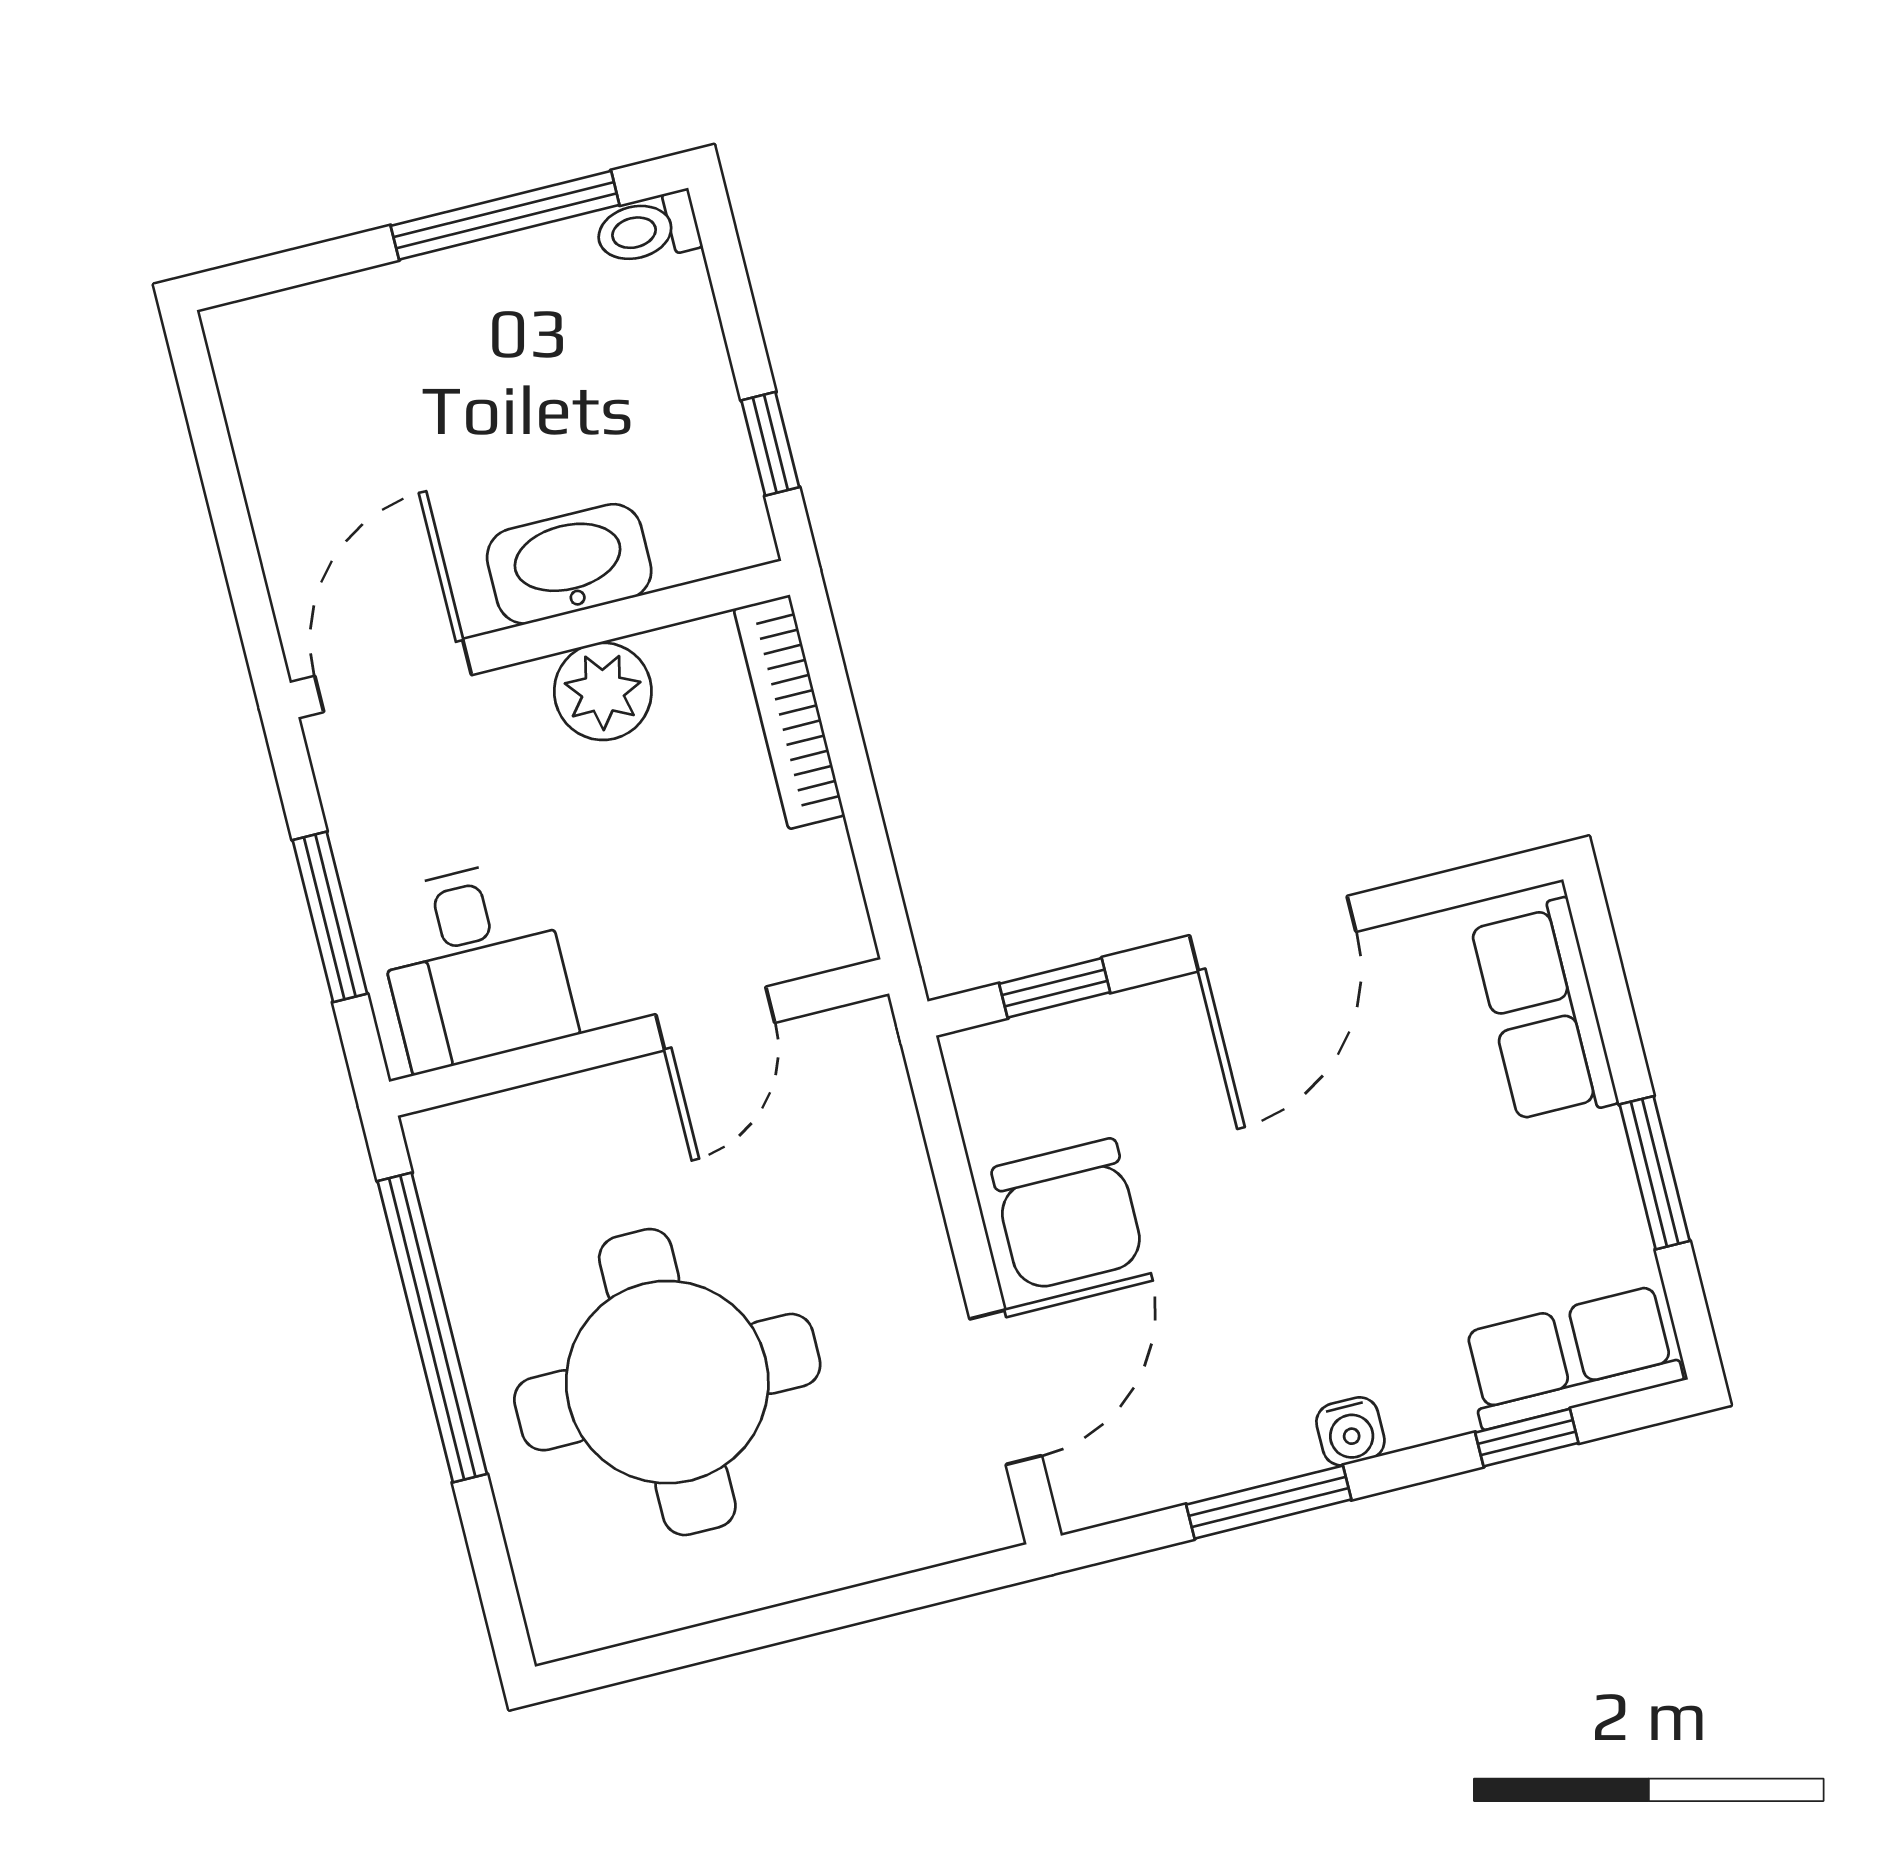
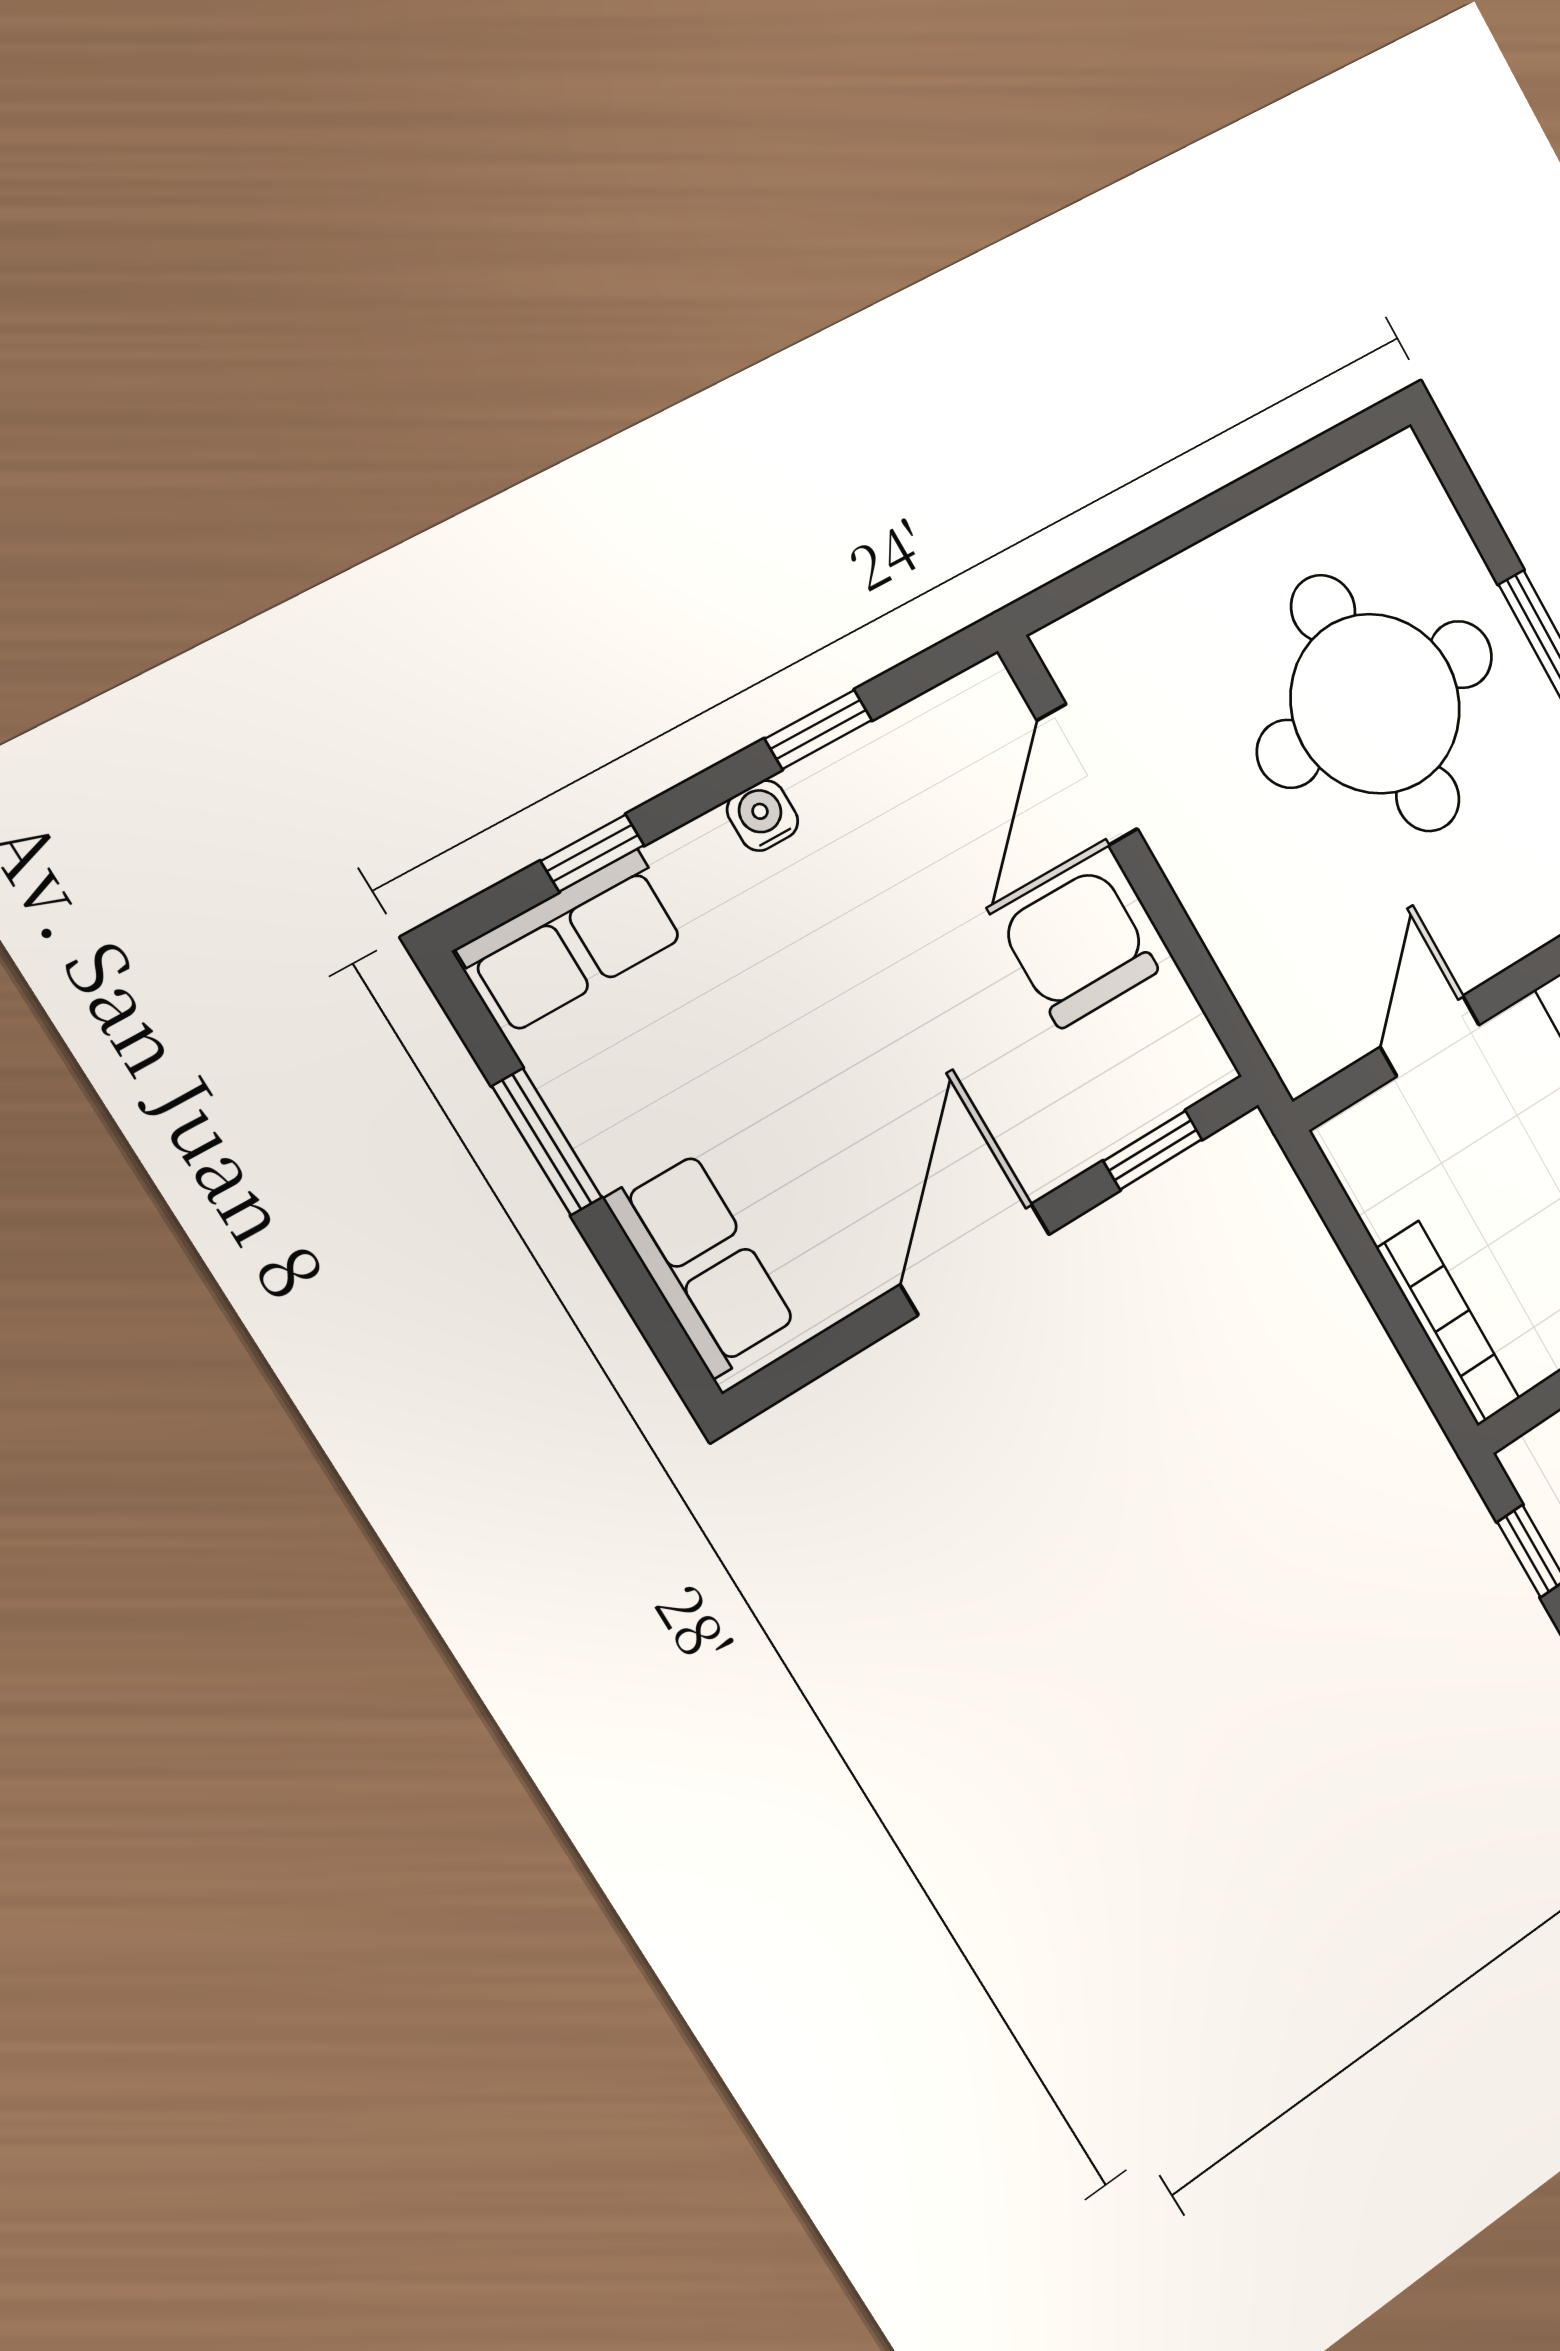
window: (1269, 1502) -> (818, 729), width x0.67

